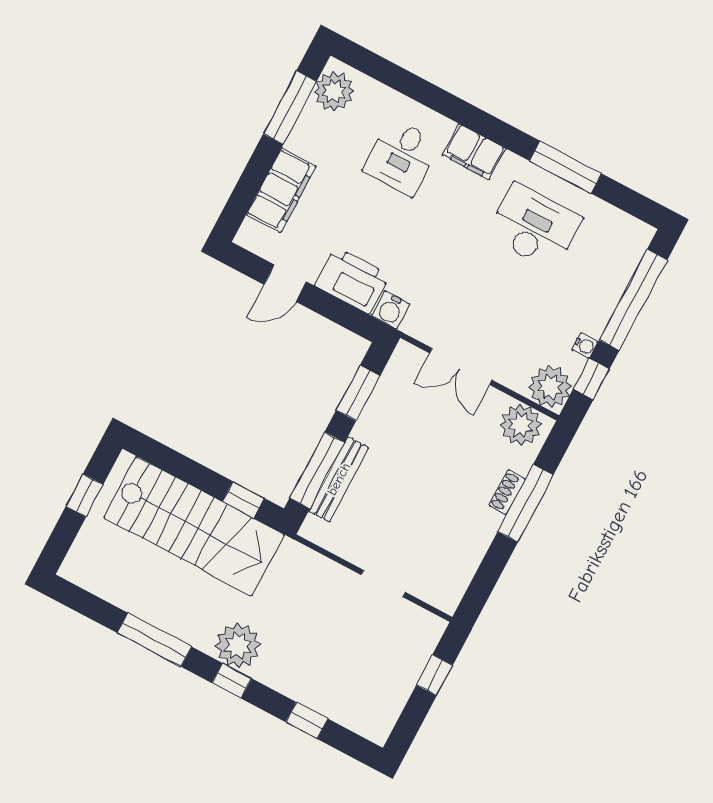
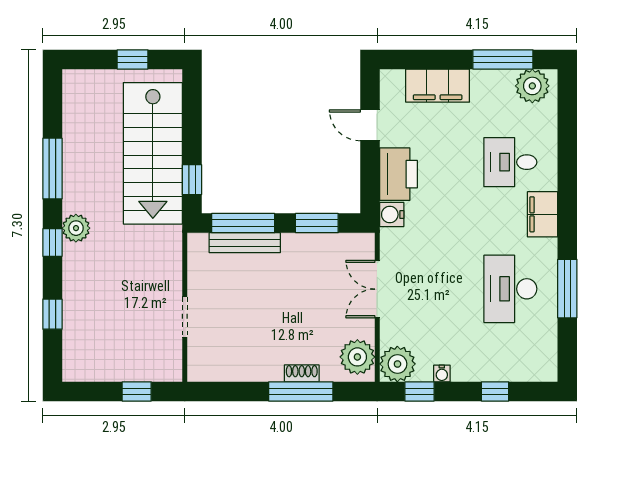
desk: (534, 227) -> (510, 289), turned 180
window: (633, 300) -> (495, 391), width x0.32
plant: (238, 646) -> (76, 228), width x0.73, depth x0.73

